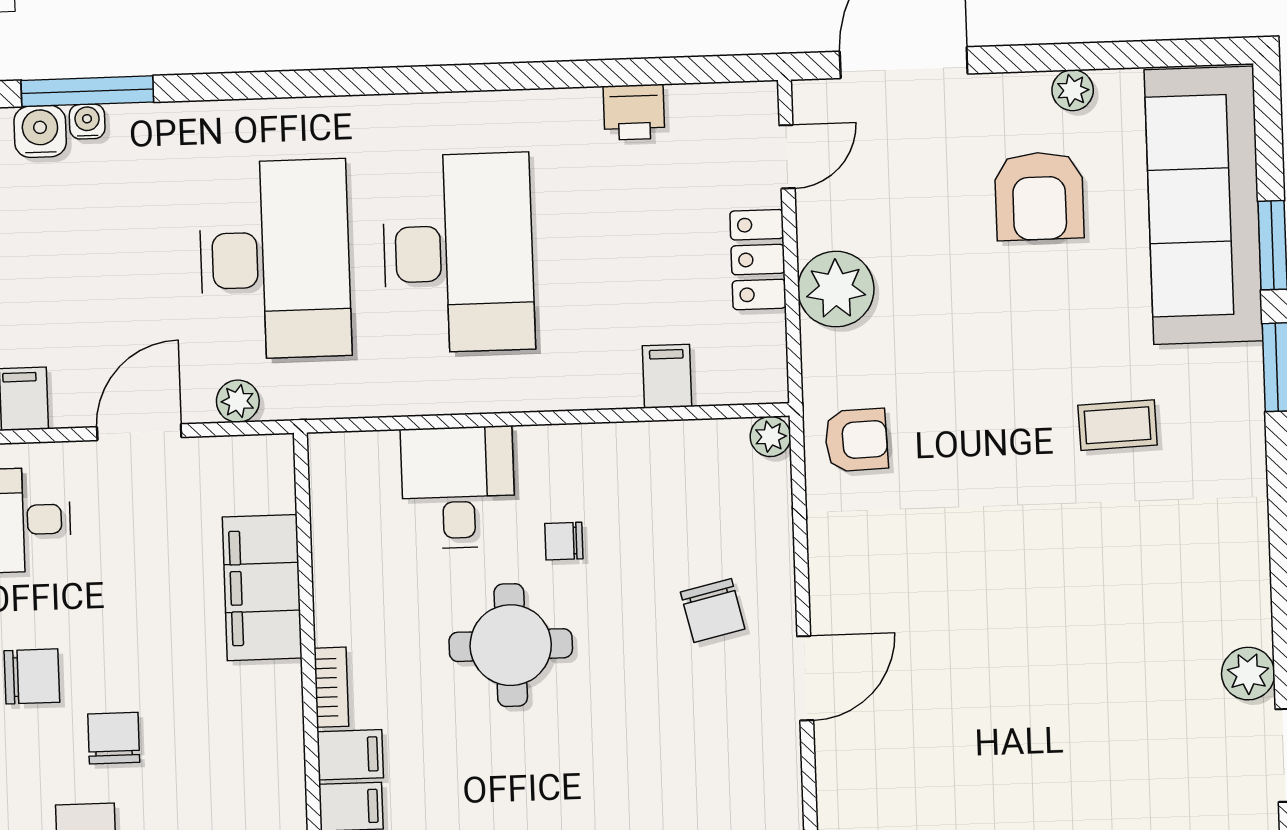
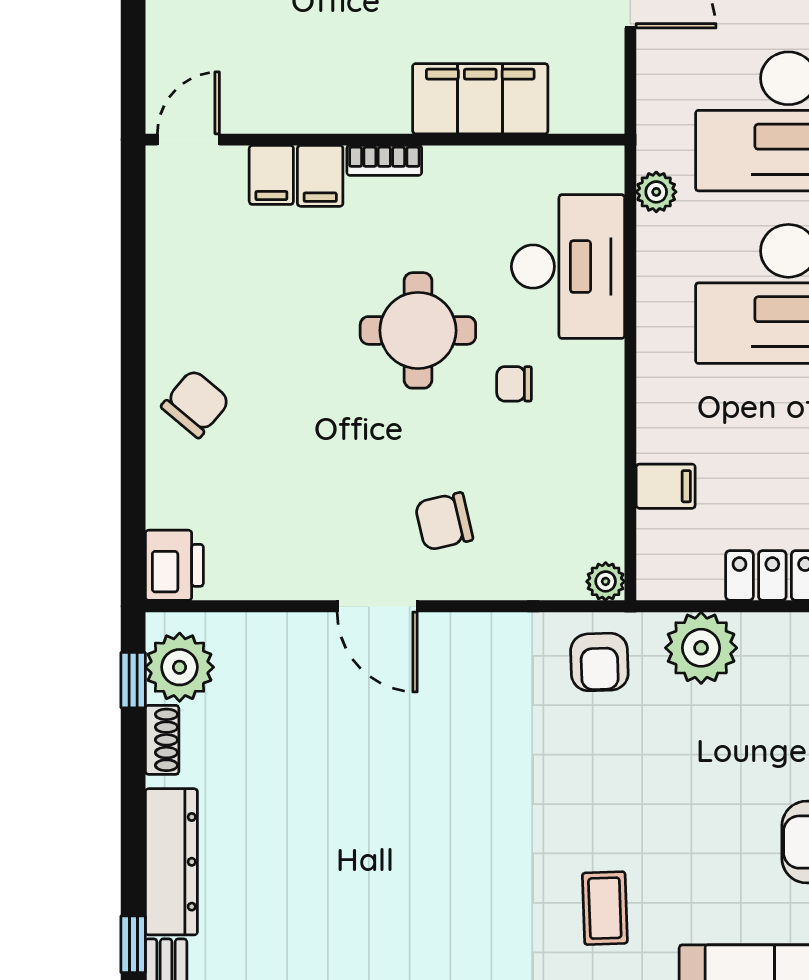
plant: (836, 289) -> (701, 648), moved
plant: (238, 401) -> (656, 192), moved
desk: (458, 487) -> (568, 267), width x1.37
chair: (564, 541) -> (514, 384), turned -90

